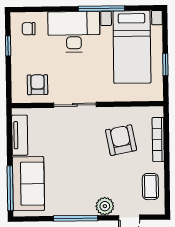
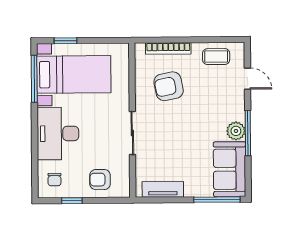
window: (102, 9) -> (34, 79), moved
window: (165, 65) -> (66, 41), moved
armchair: (38, 85) -> (100, 180), moved
sofa: (28, 184) -> (229, 169), moved, turned -90
plant: (105, 206) -> (236, 131), moved

